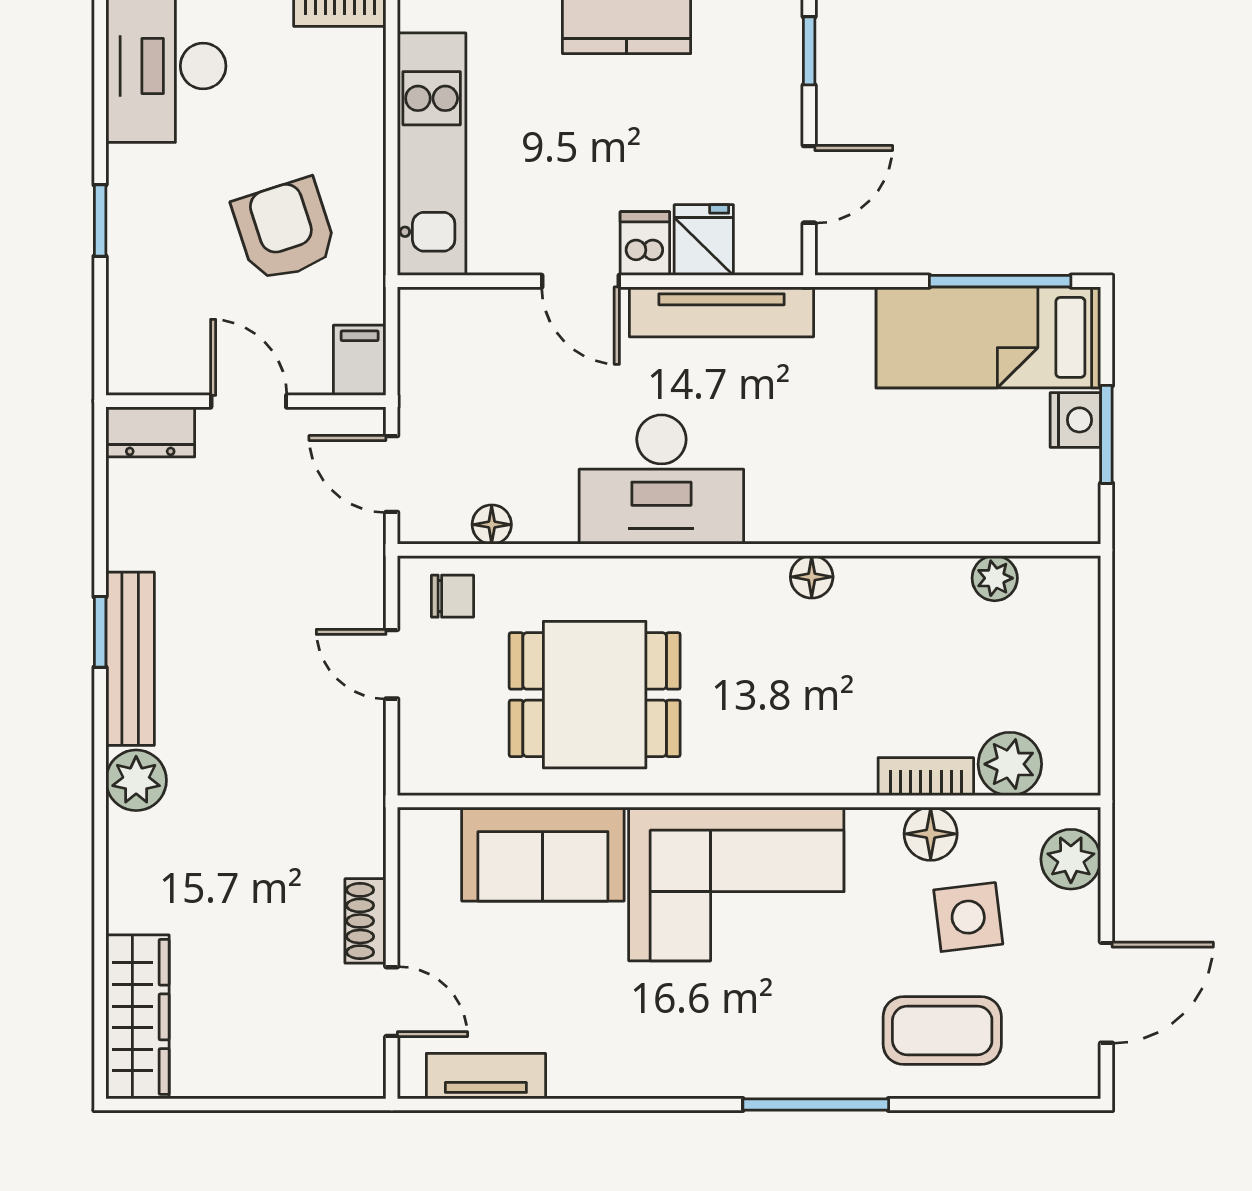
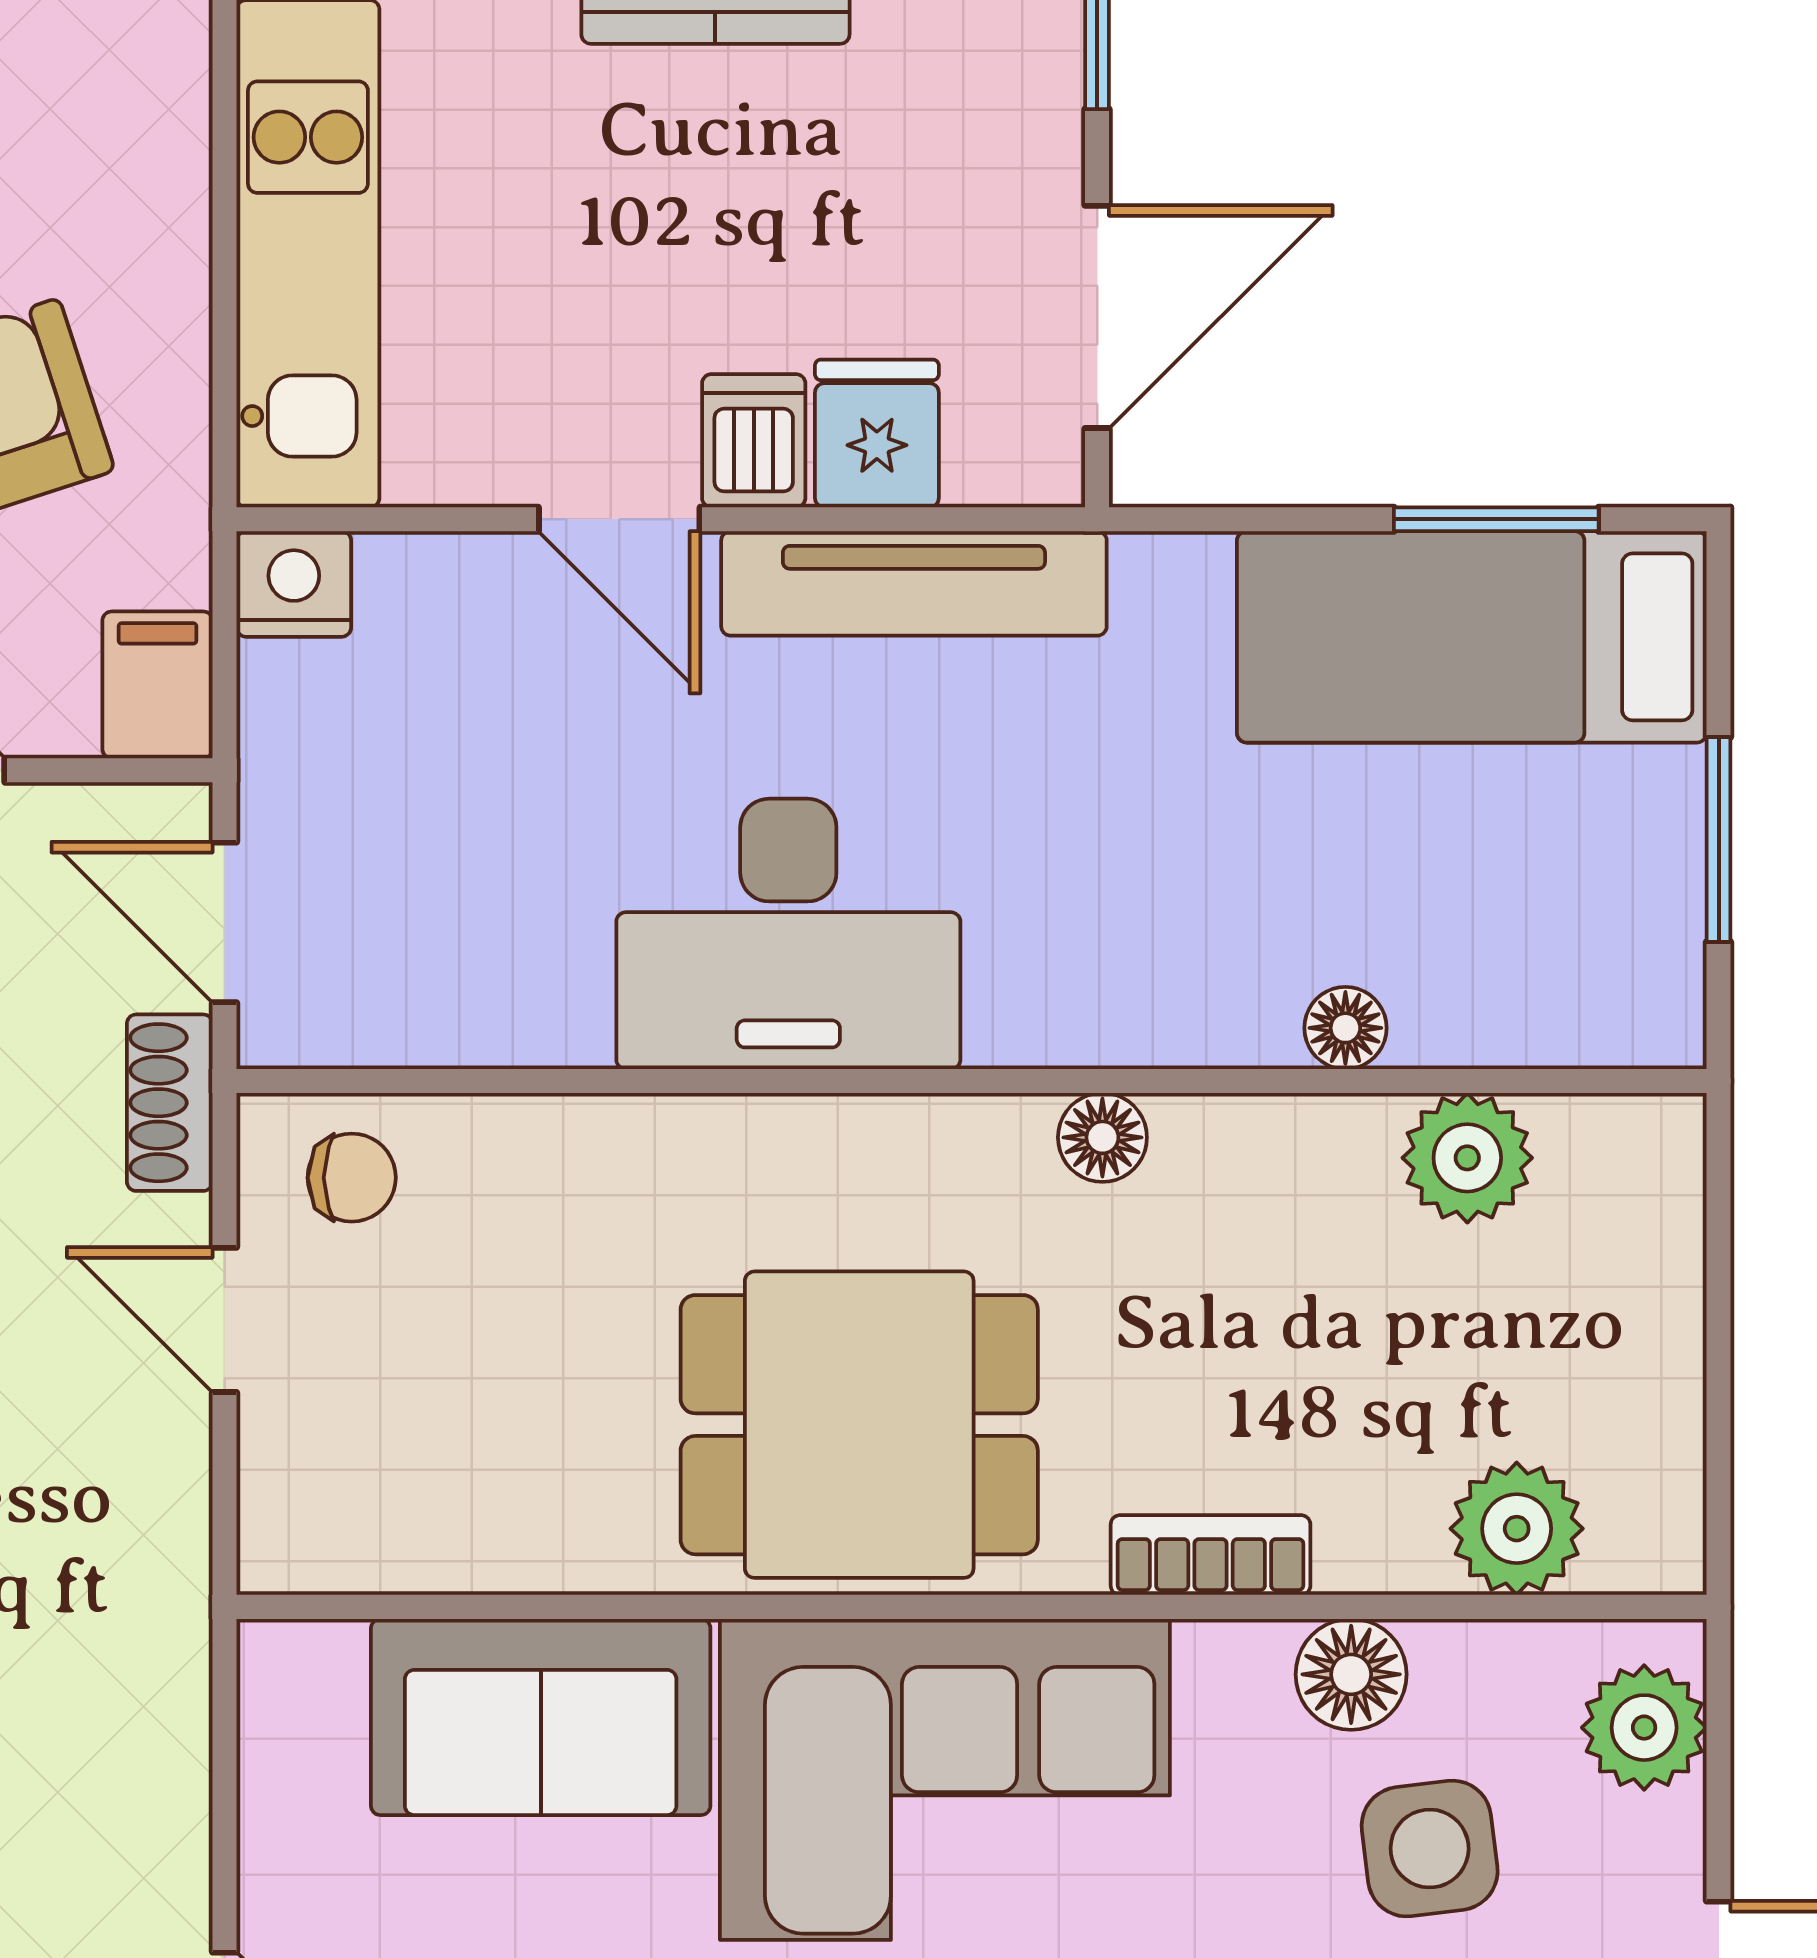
door: (809, 184) -> (1097, 317), width x1.38
window: (1000, 281) -> (1496, 519), width x0.69
nightstand: (1075, 420) -> (294, 584), moved, turned -90
floor lamp: (492, 525) -> (1345, 1028), moved
plant: (995, 578) -> (1467, 1158), width x1.38, depth x1.38
dining table: (595, 695) -> (859, 1425), moved
bookcase: (926, 777) -> (1211, 1555), moved
shoe rack: (365, 921) -> (170, 1103), moved

